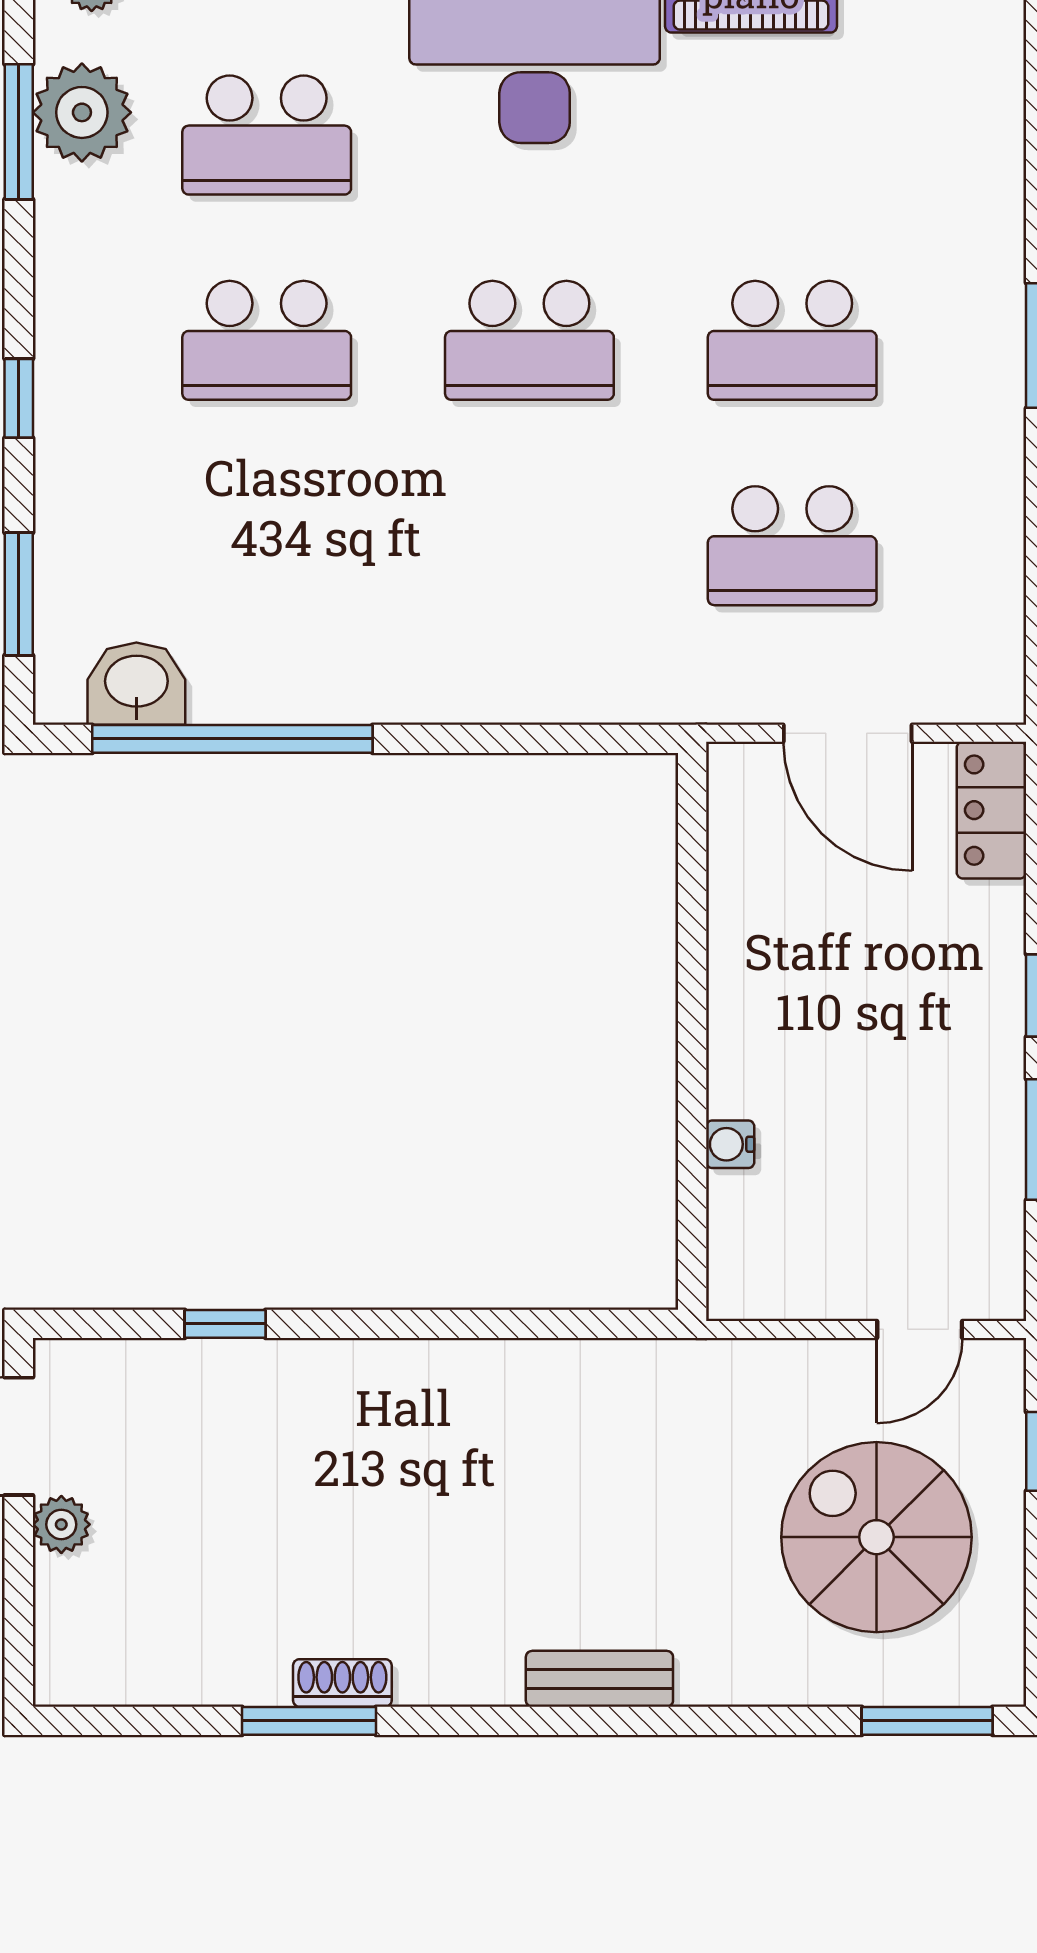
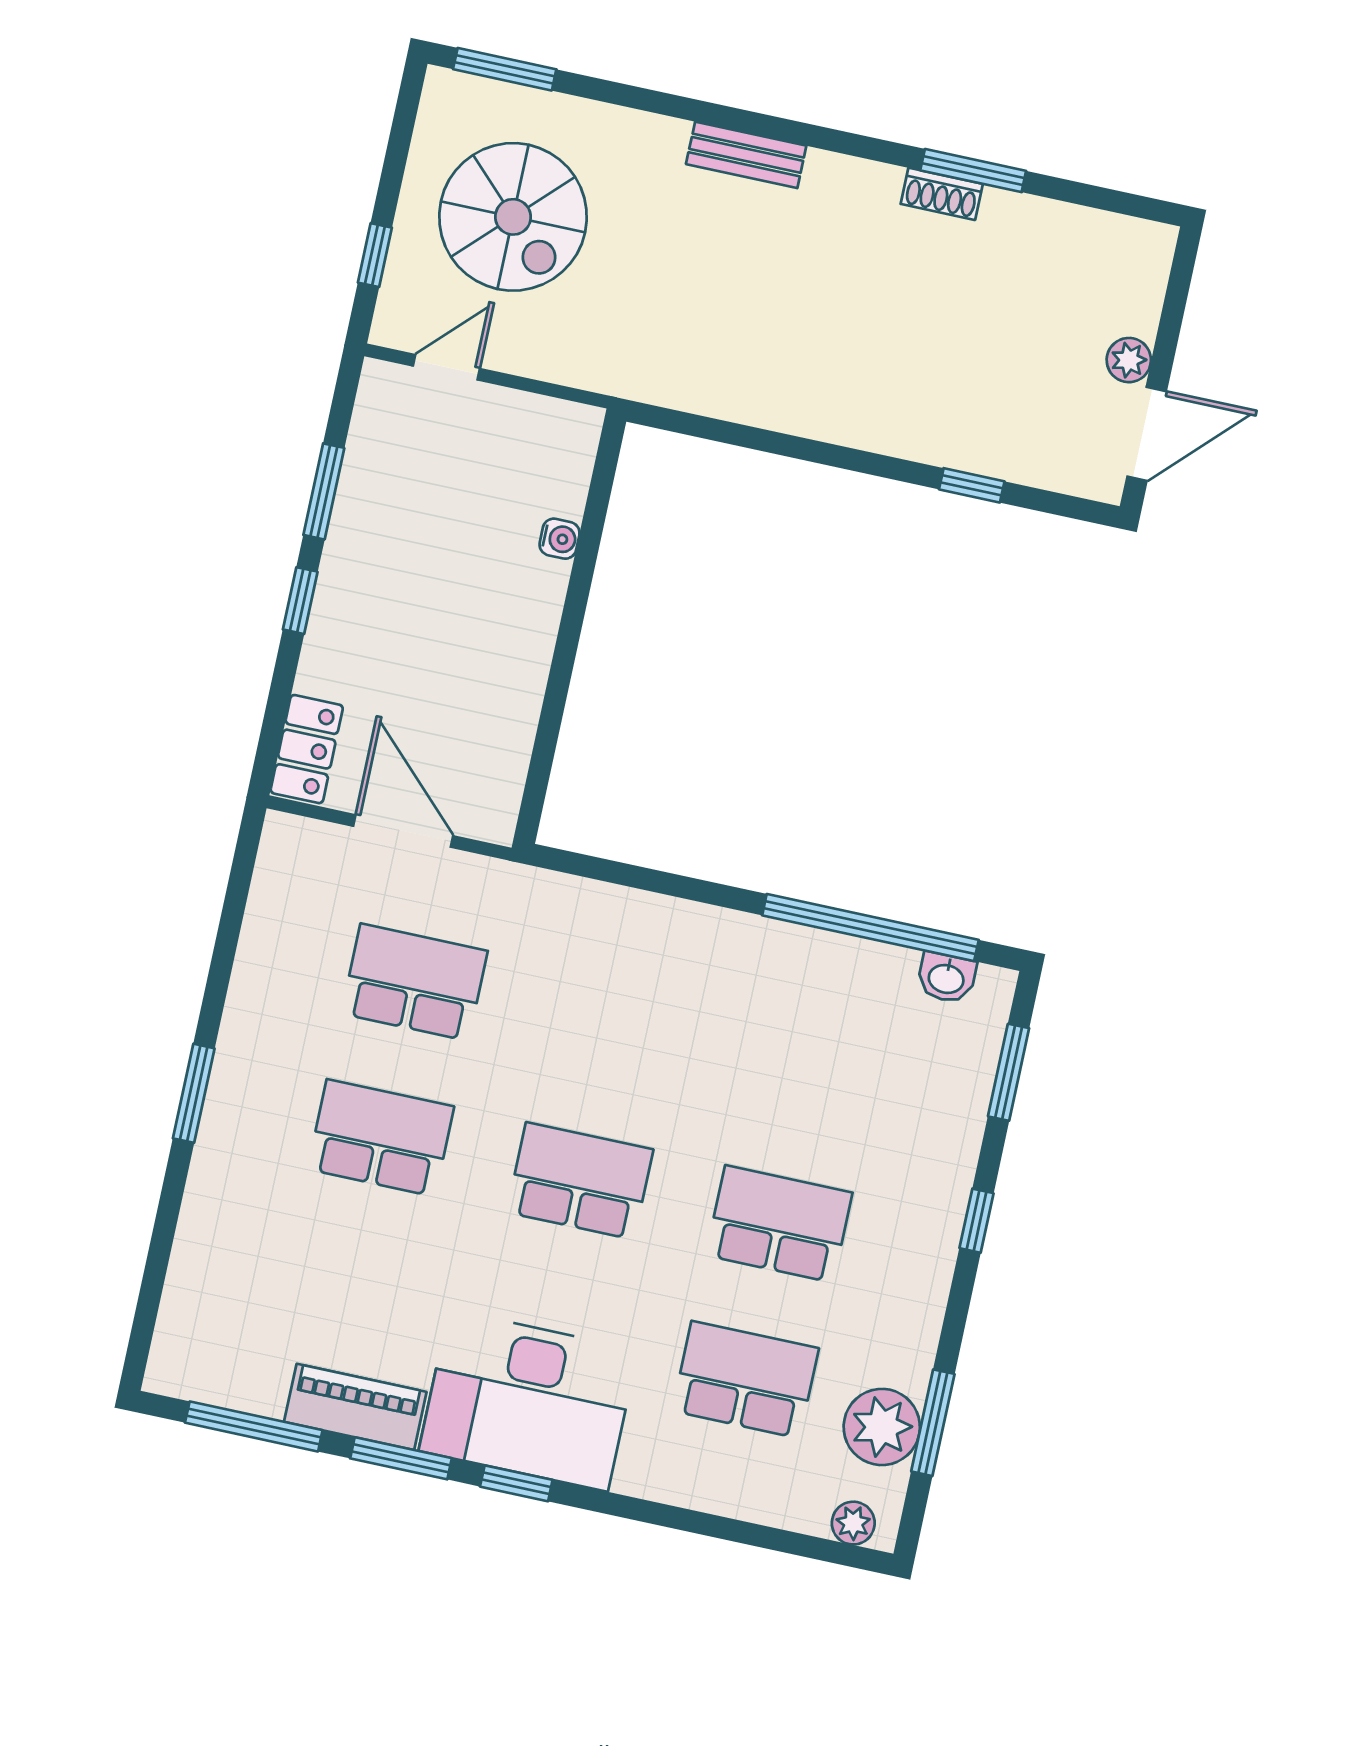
washbasin: (136, 684) -> (946, 978), width x0.72, depth x0.69

